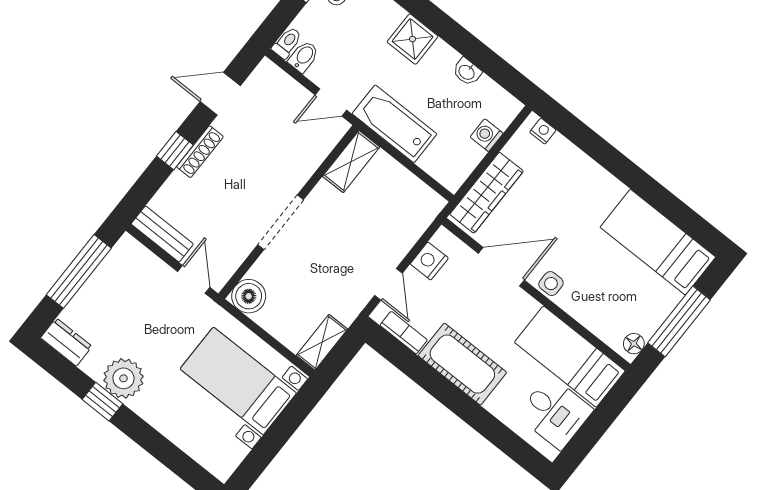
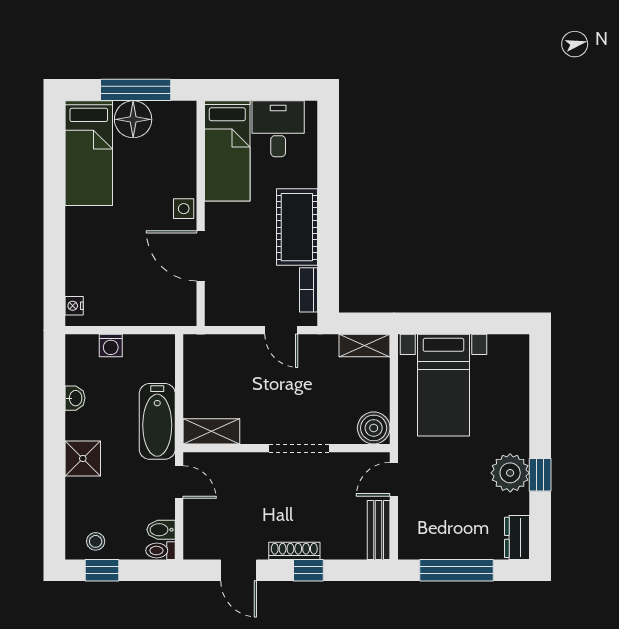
wardrobe: (487, 193) -> (154, 311), removed
nightstand: (429, 261) -> (239, 313), removed
door: (389, 284) -> (281, 330), swing flipped
floor lamp: (634, 344) -> (133, 119), moved, width x1.89, depth x1.89

